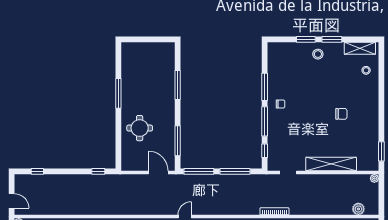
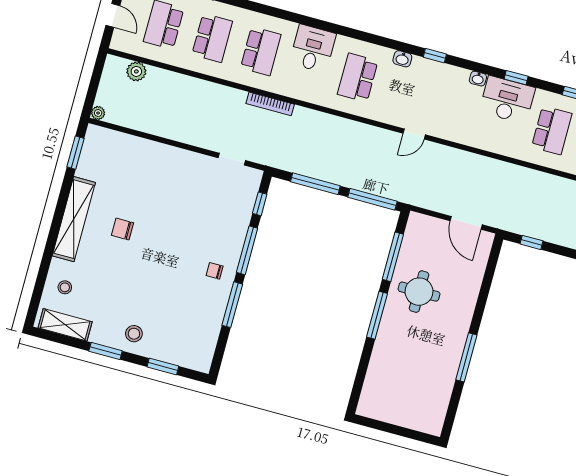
window: (306, 39) -> (163, 366), moved
window: (178, 85) -> (377, 315), moved
round table: (140, 128) -> (419, 292), moved
shelving: (331, 164) -> (74, 219), moved, turned 90
door: (158, 173) -> (466, 223), moved

